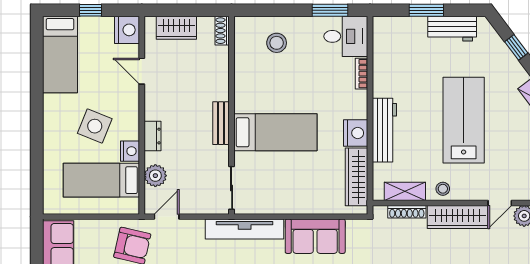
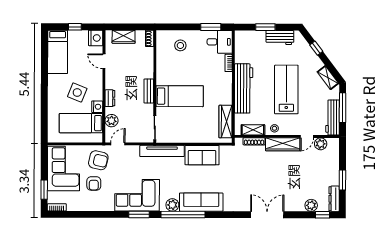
workbench: (384, 130) -> (244, 88), width x1.36, depth x1.32
nightstand: (356, 133) -> (225, 97), removed

